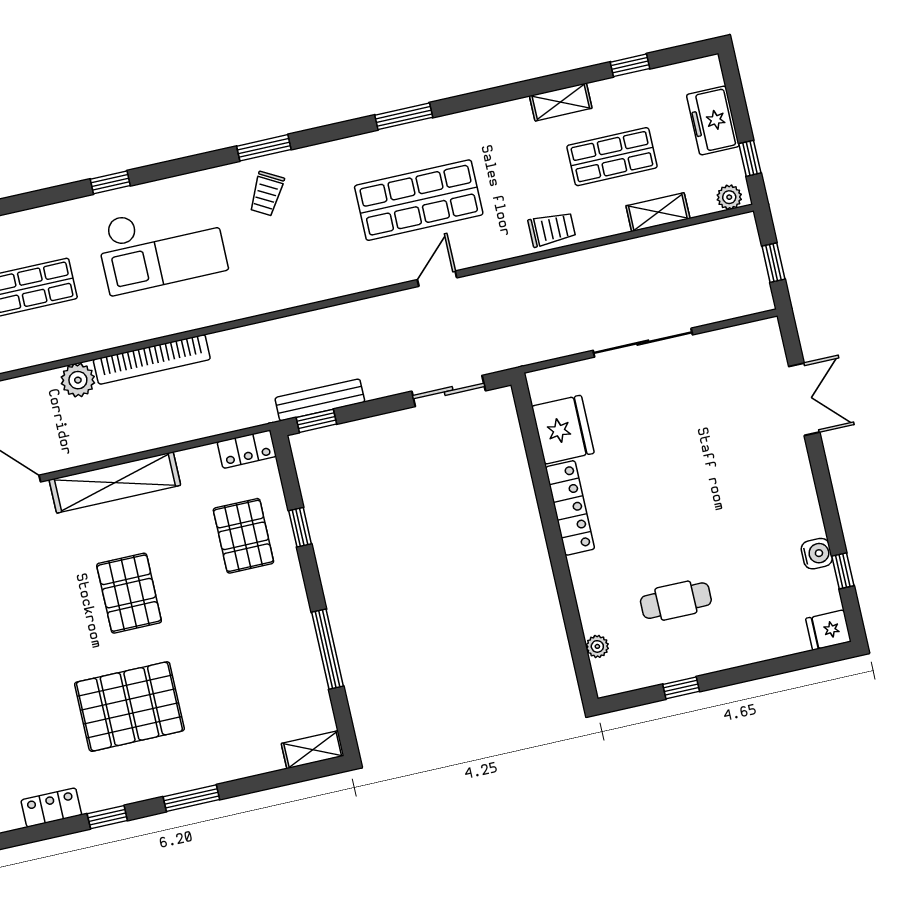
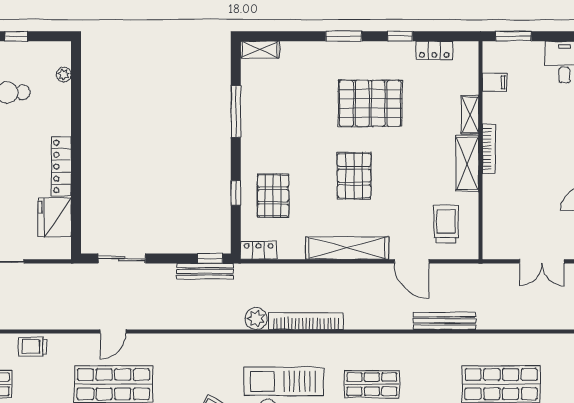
plant: (78, 380) -> (256, 319), moved

